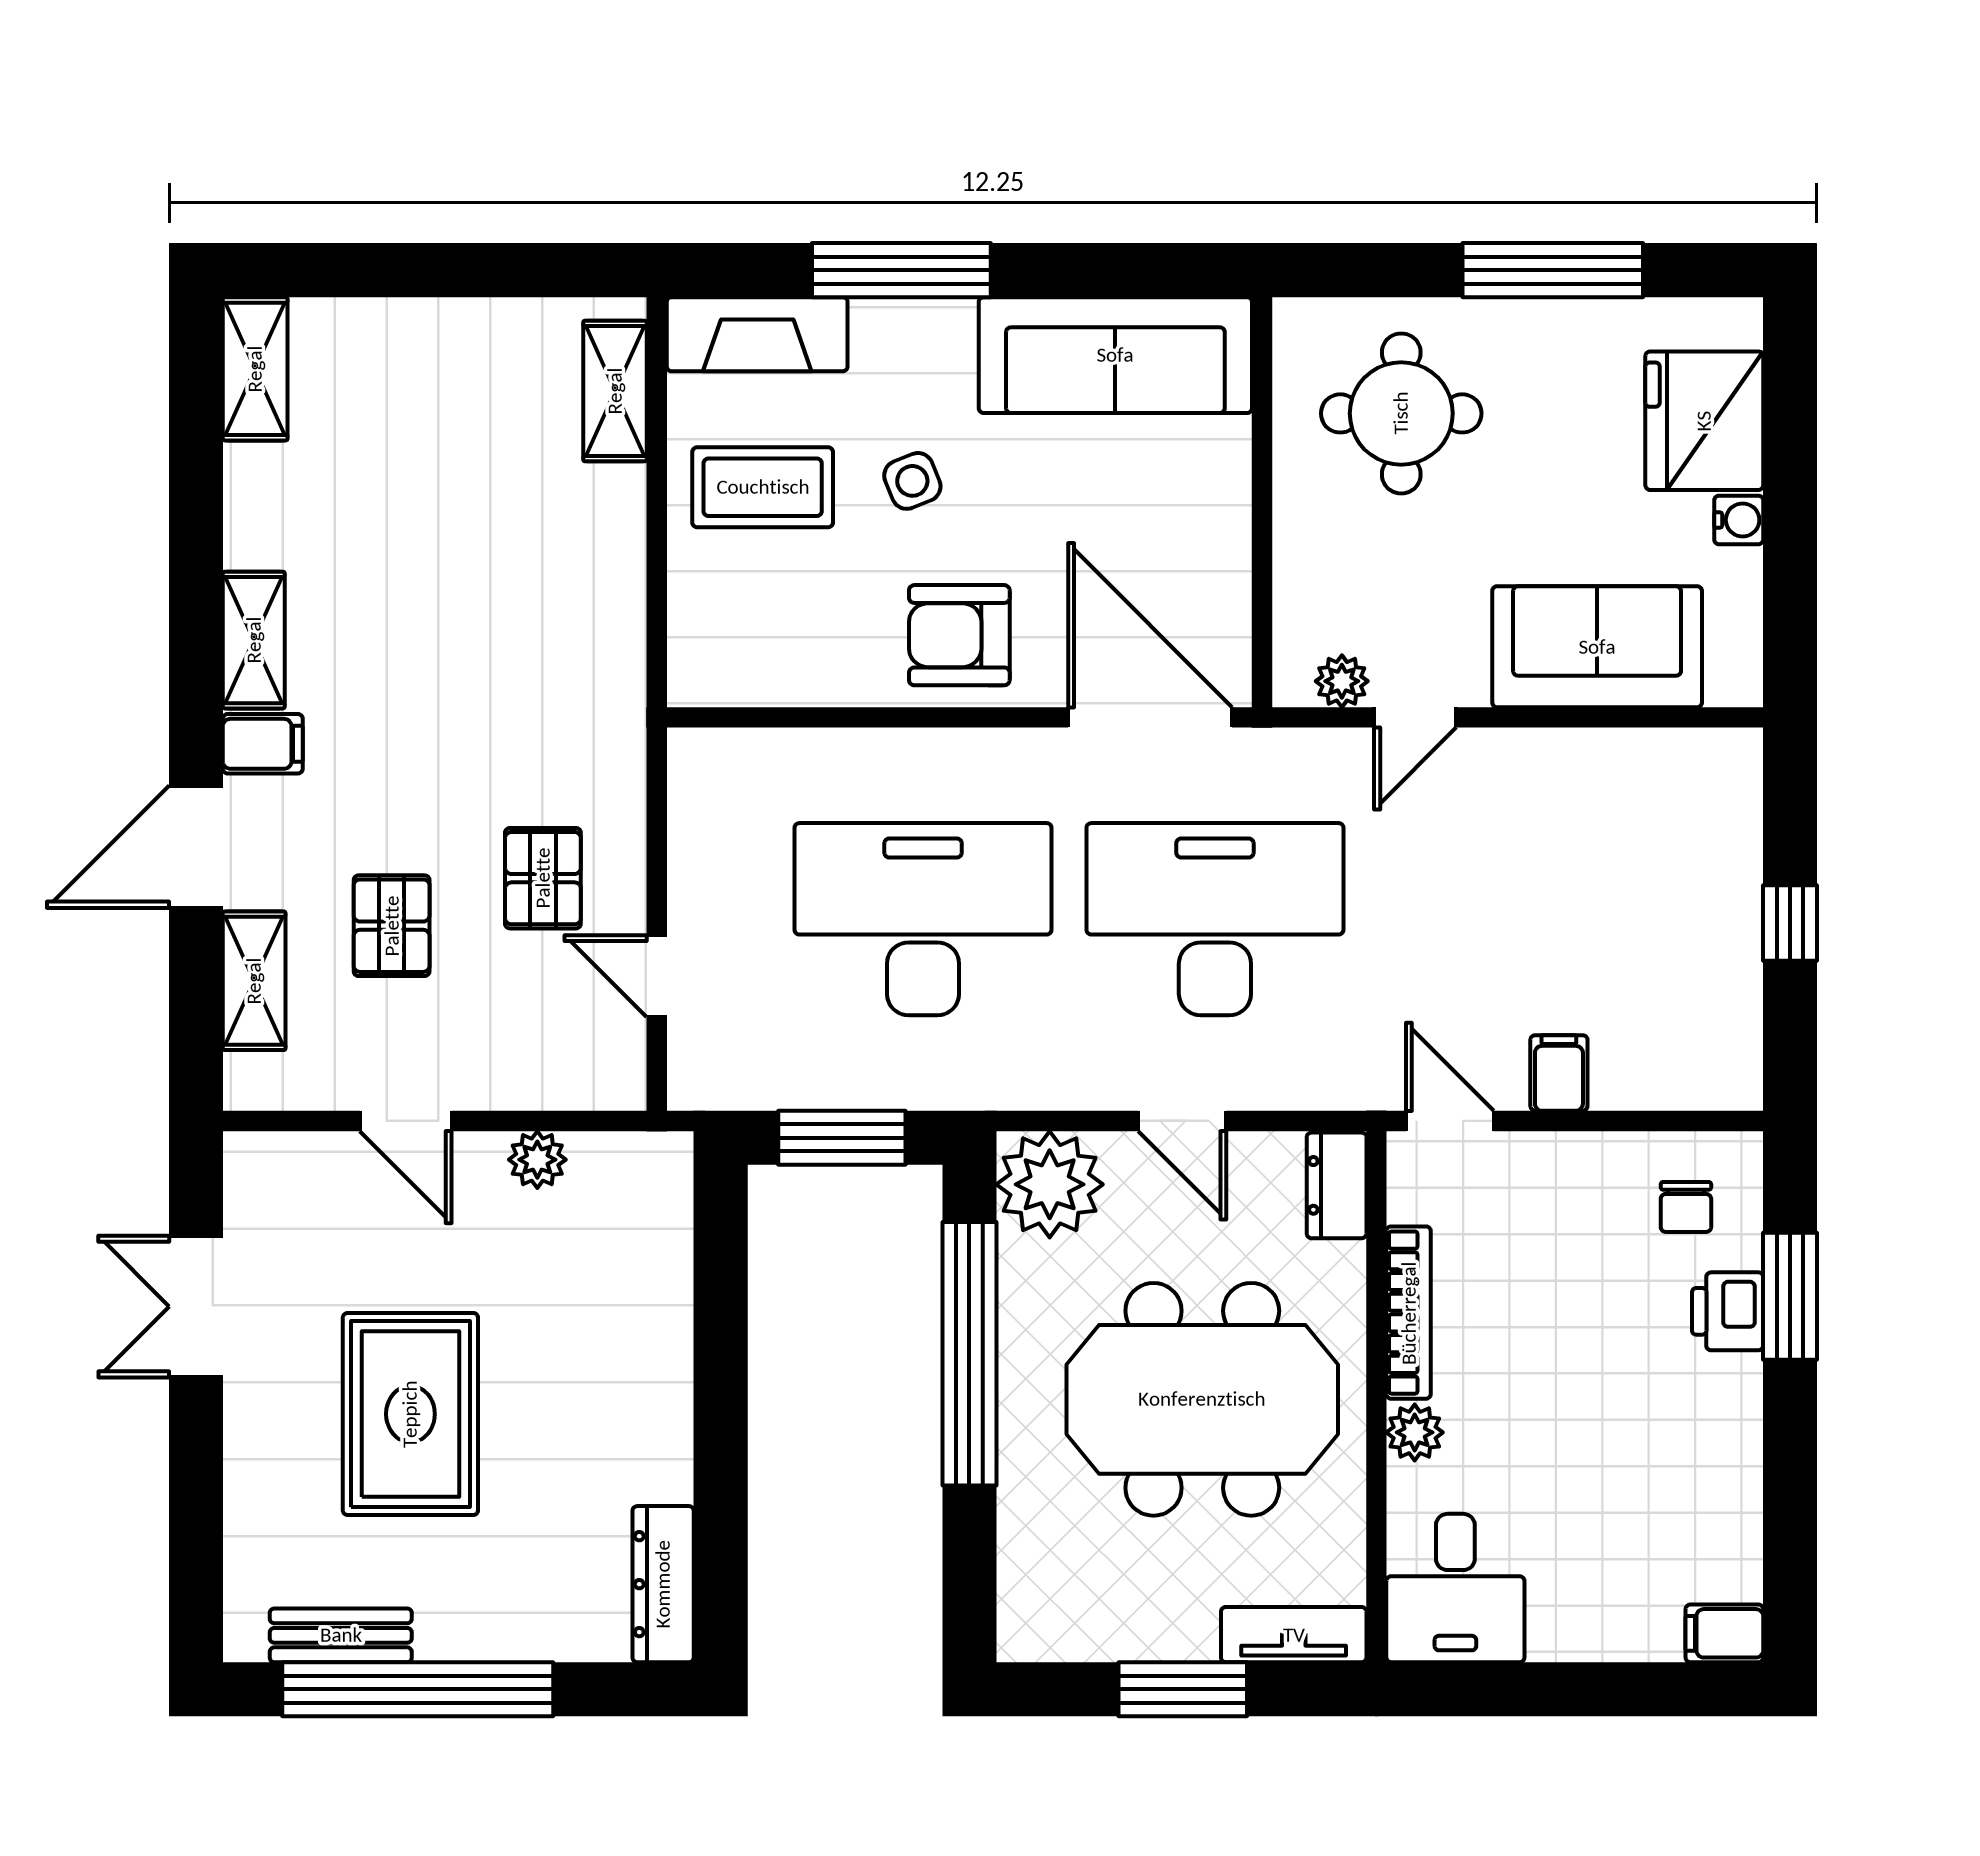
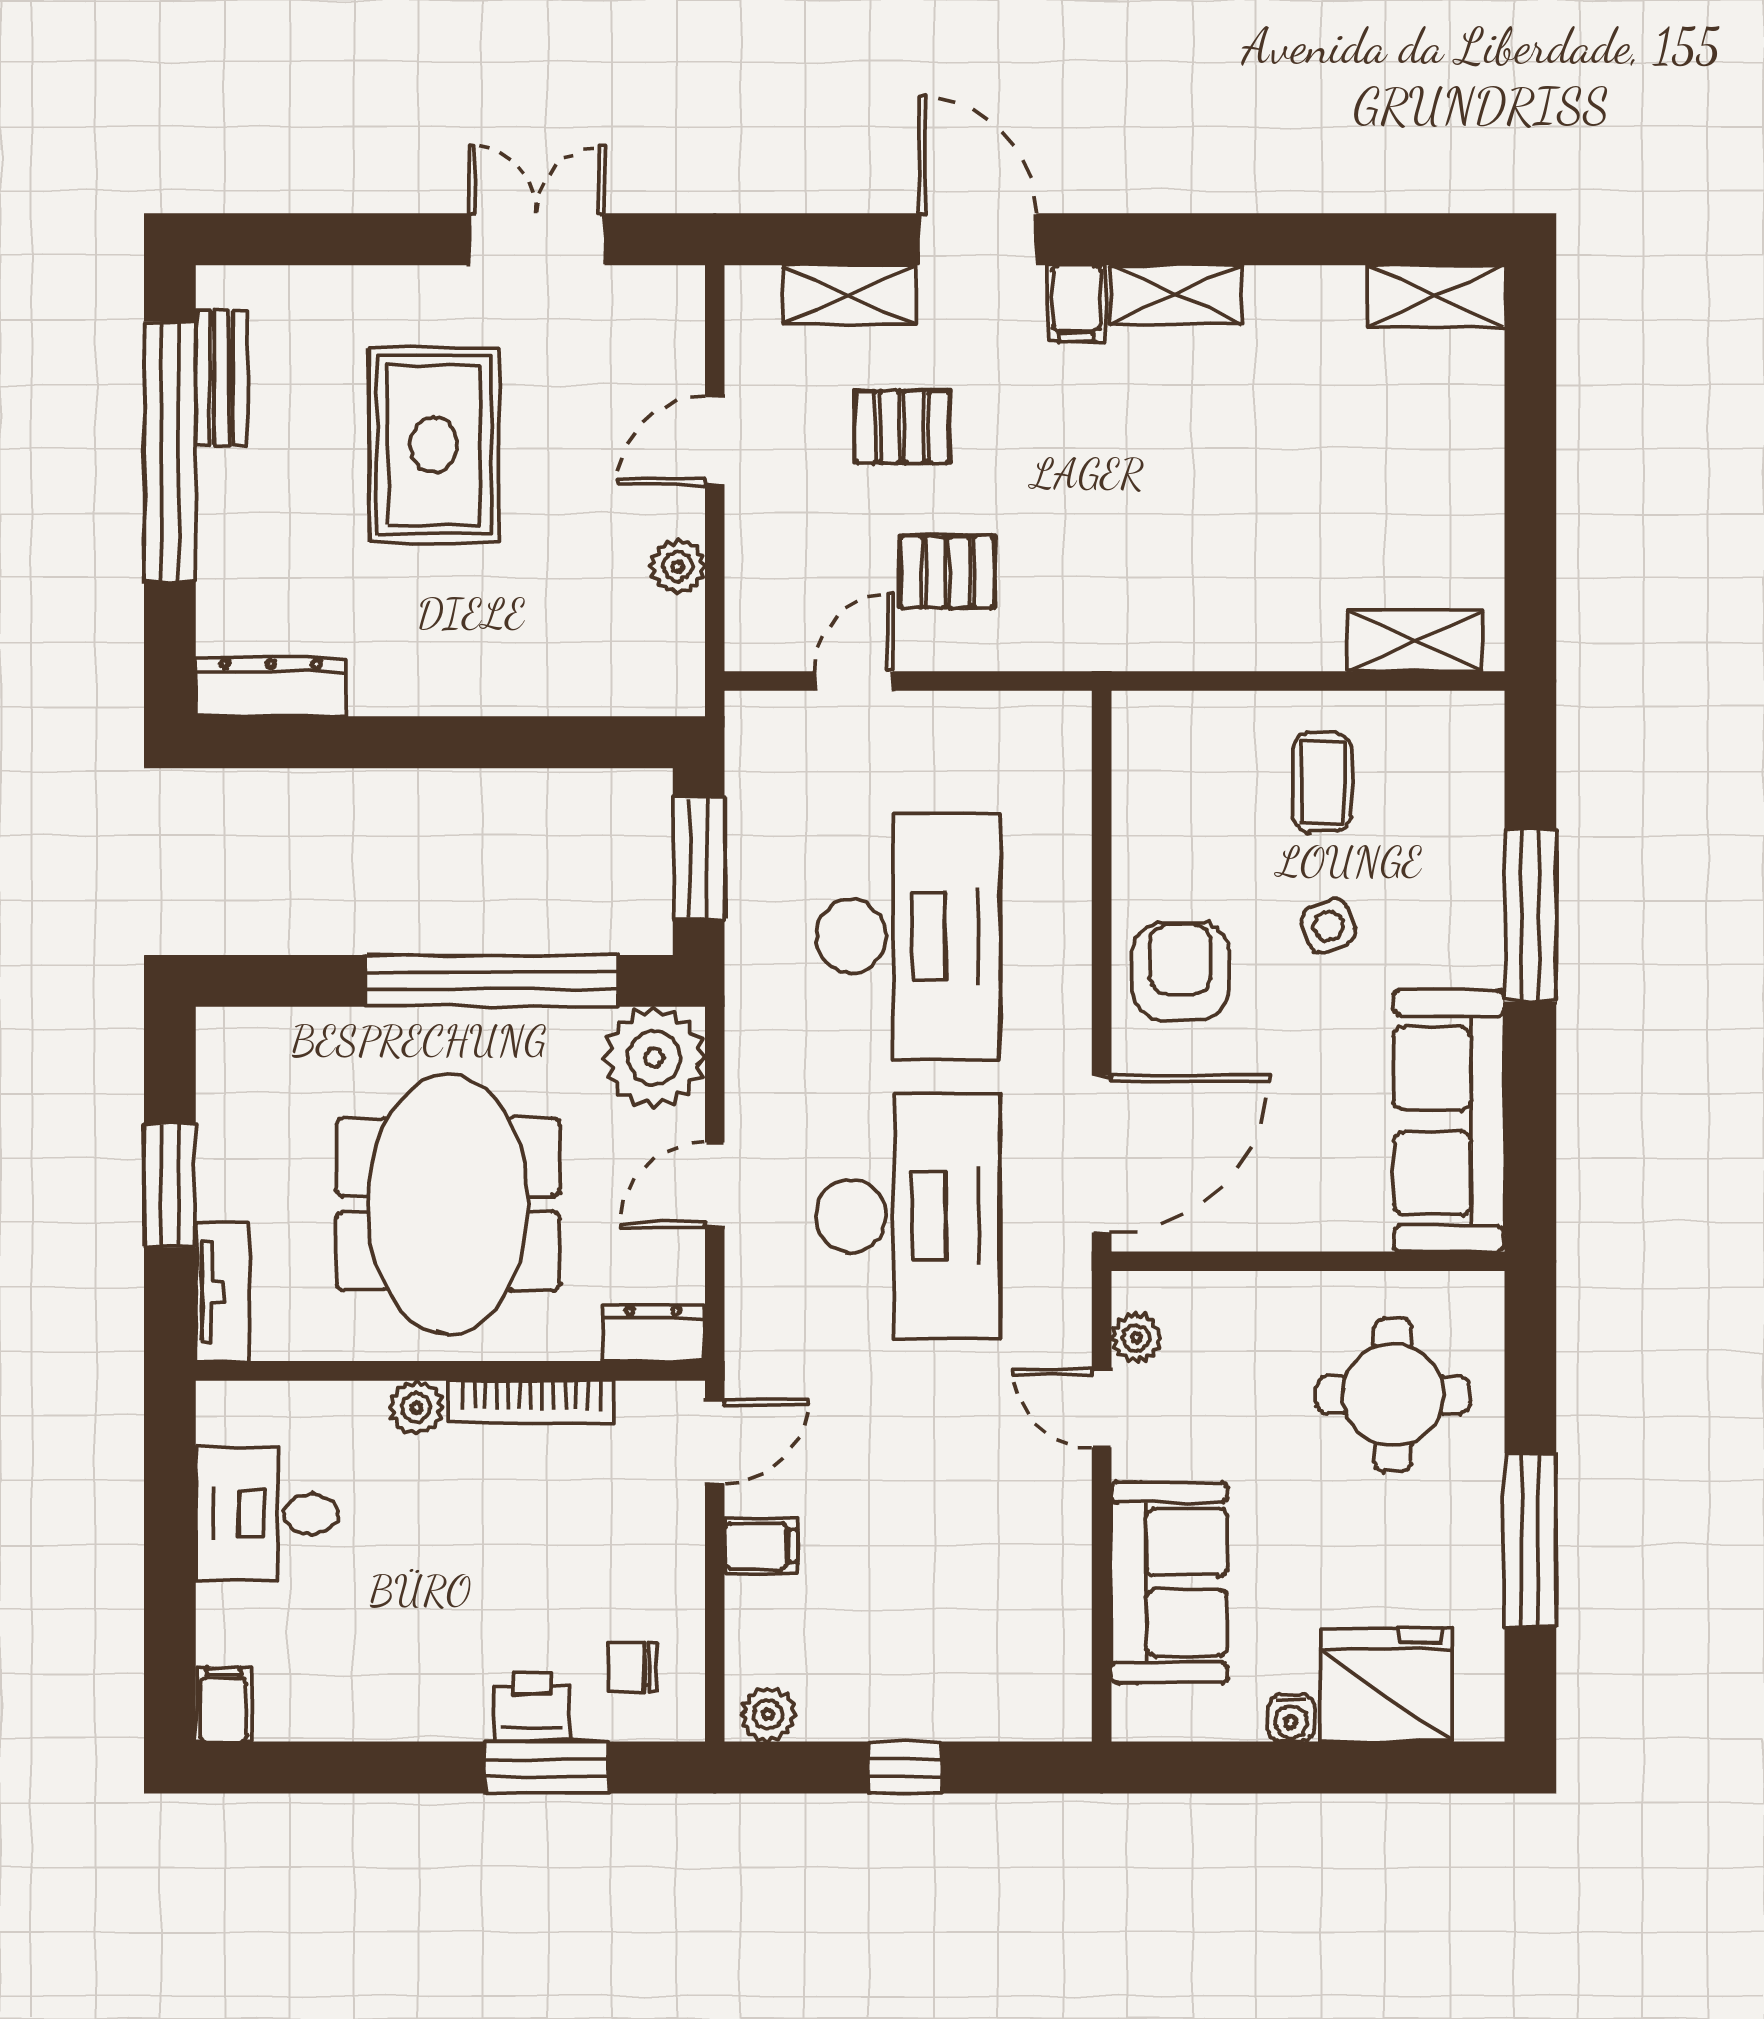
fireplace: (757, 334) -> (1469, 777), removed
coffee table: (763, 487) -> (1322, 783), width x0.73, depth x0.77
plant: (1735, 1065) -> (768, 1714), added
rug: (410, 1414) -> (434, 445), turned 90
desk: (1455, 1588) -> (267, 1514), moved

